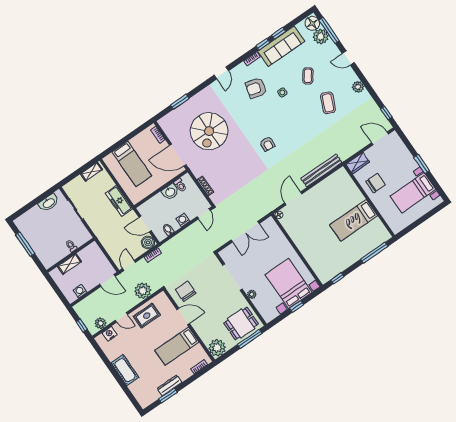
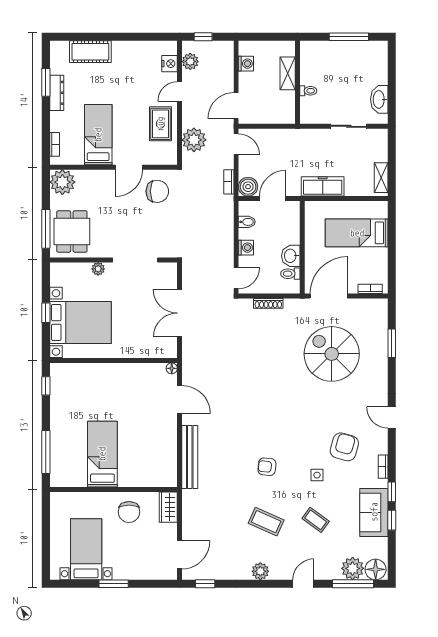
sofa: (281, 46) -> (374, 512), width x0.73
armchair: (267, 144) -> (267, 467), moved
door: (204, 214) -> (236, 278), swing flipped
cot: (125, 370) -> (90, 52), moved

